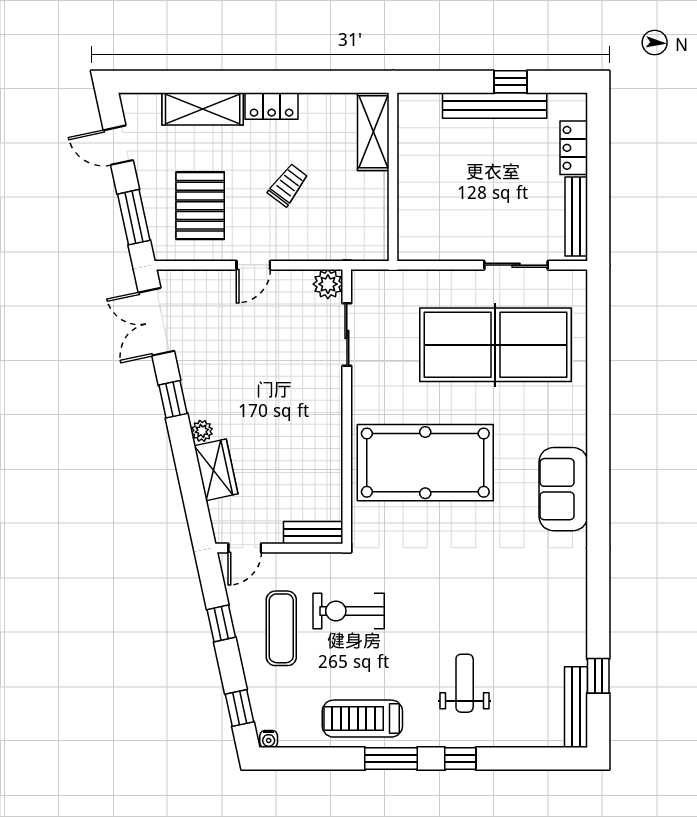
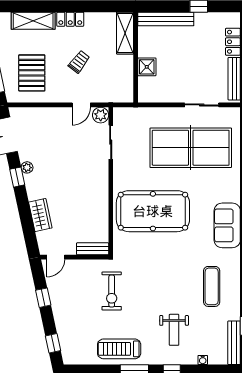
bench: (495, 106) -> (166, 19), moved
shower: (414, 194) -> (147, 67), added
door: (253, 265) -> (81, 105), moved
plant: (202, 431) -> (27, 167), moved
exercise bike: (349, 611) -> (112, 291), turned -90
exercise mat: (281, 628) -> (212, 286), moved
weight bench: (465, 683) -> (174, 330), turned 180
water cooler: (269, 739) -> (203, 360), moved

